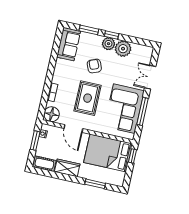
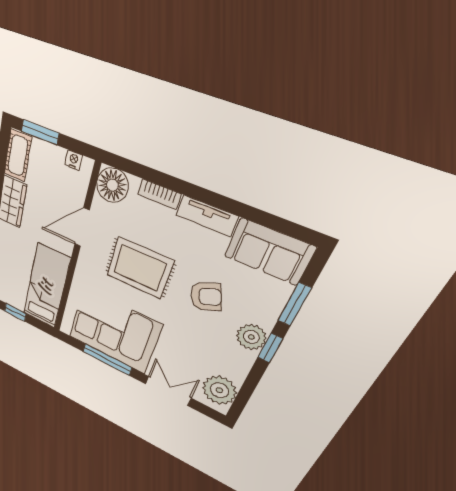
plant: (123, 49) -> (219, 390), moved
tv unit: (58, 71) -> (207, 216), added
window: (35, 141) -> (40, 132), moved
bed: (108, 153) -> (46, 287), width x0.67
window: (133, 156) -> (15, 312), moved

